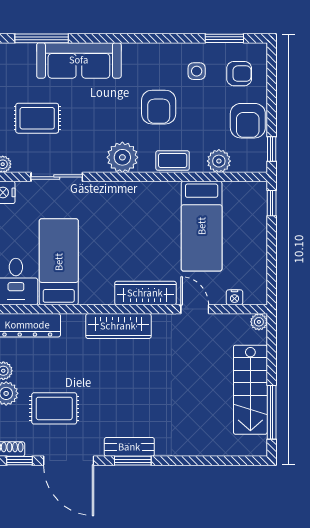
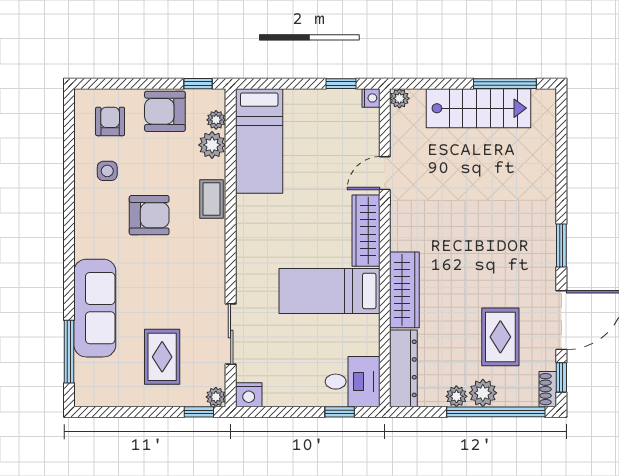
window: (224, 38) -> (69, 139), removed
armchair: (248, 121) -> (165, 111), turned 180
plant: (122, 157) -> (216, 120), moved, width x0.53, depth x0.53
window: (272, 203) -> (341, 84), moved
bed: (202, 226) -> (259, 141), moved, turned 90
bed: (59, 262) -> (329, 291), moved
nightstand: (234, 297) -> (371, 98), moved
wardrobe: (118, 326) -> (404, 290), moved
bench: (129, 447) -> (545, 249), removed

